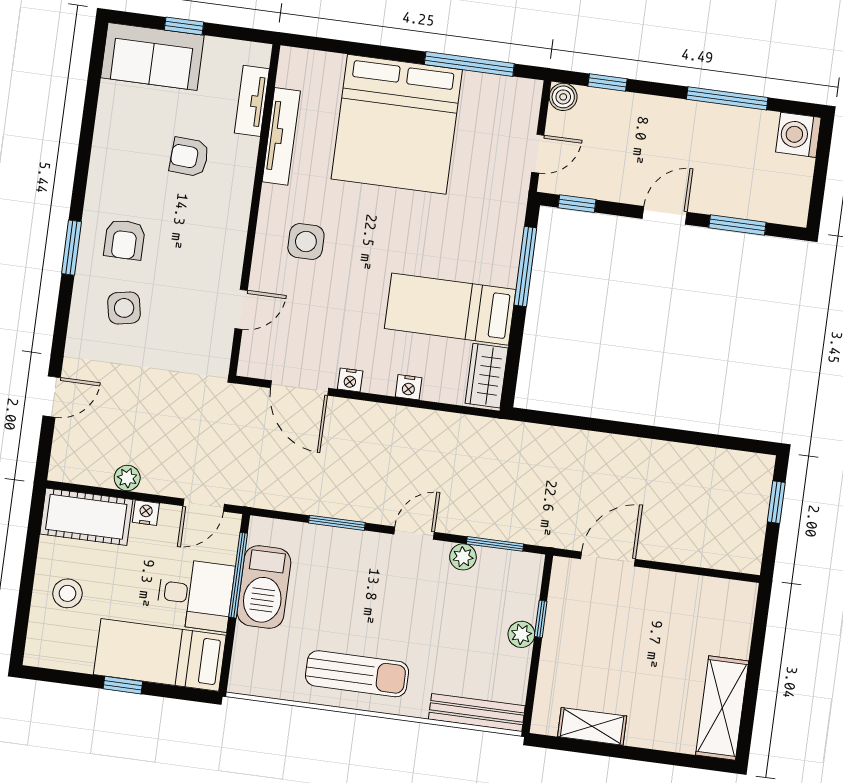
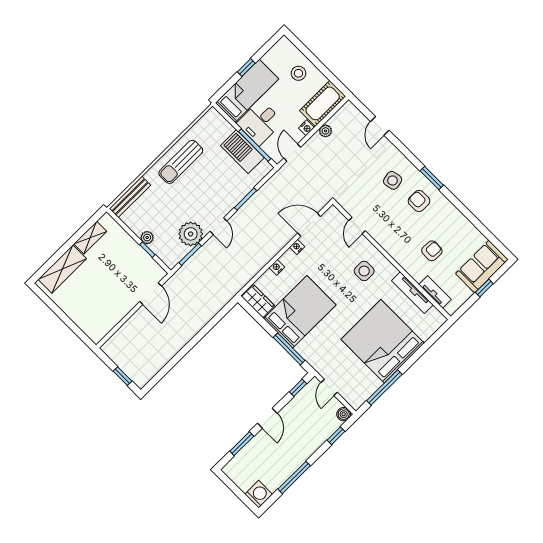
bed: (450, 309) -> (300, 312), width x1.50
plant: (463, 557) -> (191, 234), width x1.87, depth x1.87
shelving: (722, 708) -> (62, 269), moved, turned 90

